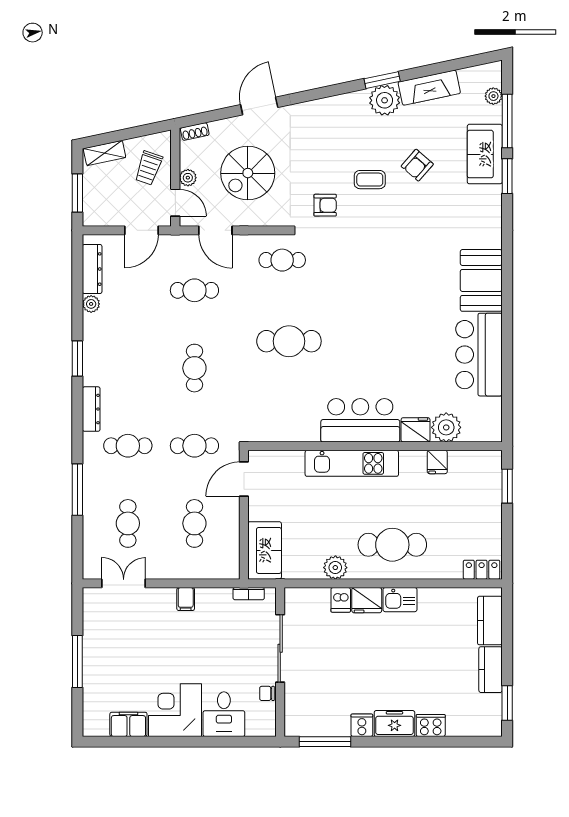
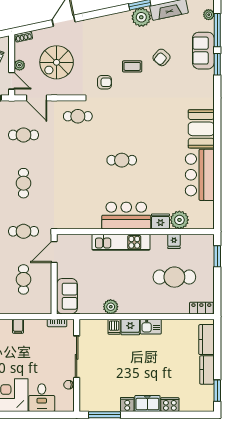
cafe table: (289, 341) -> (122, 160), moved, width x0.73, depth x0.74
cafe table: (392, 545) -> (174, 277), moved

